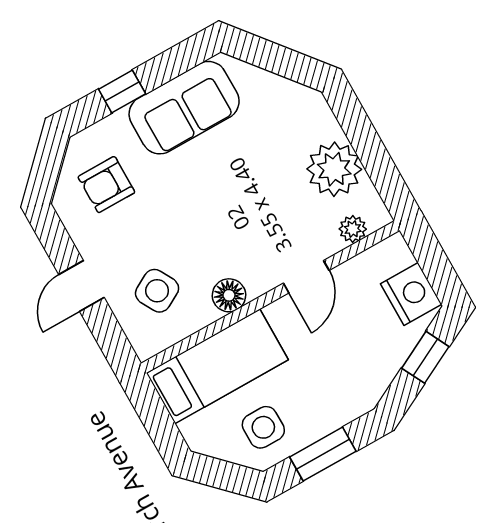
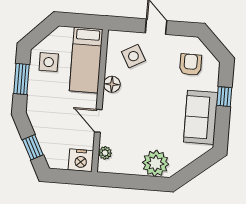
plant: (334, 169) -> (156, 163), moved
nightstand: (411, 294) -> (81, 160), moved

